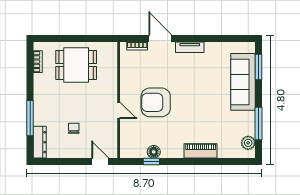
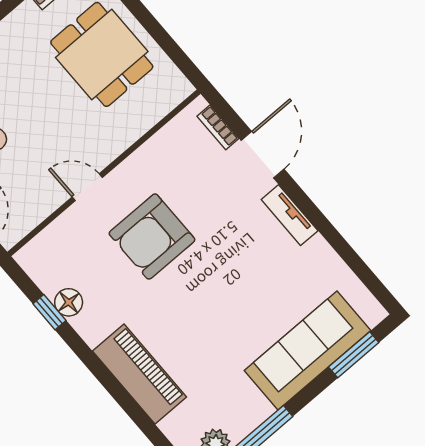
armchair: (156, 102) -> (152, 237), turned -90
door: (119, 110) -> (87, 187), swing flipped
piano: (201, 151) -> (140, 374), width x1.37, depth x1.33

